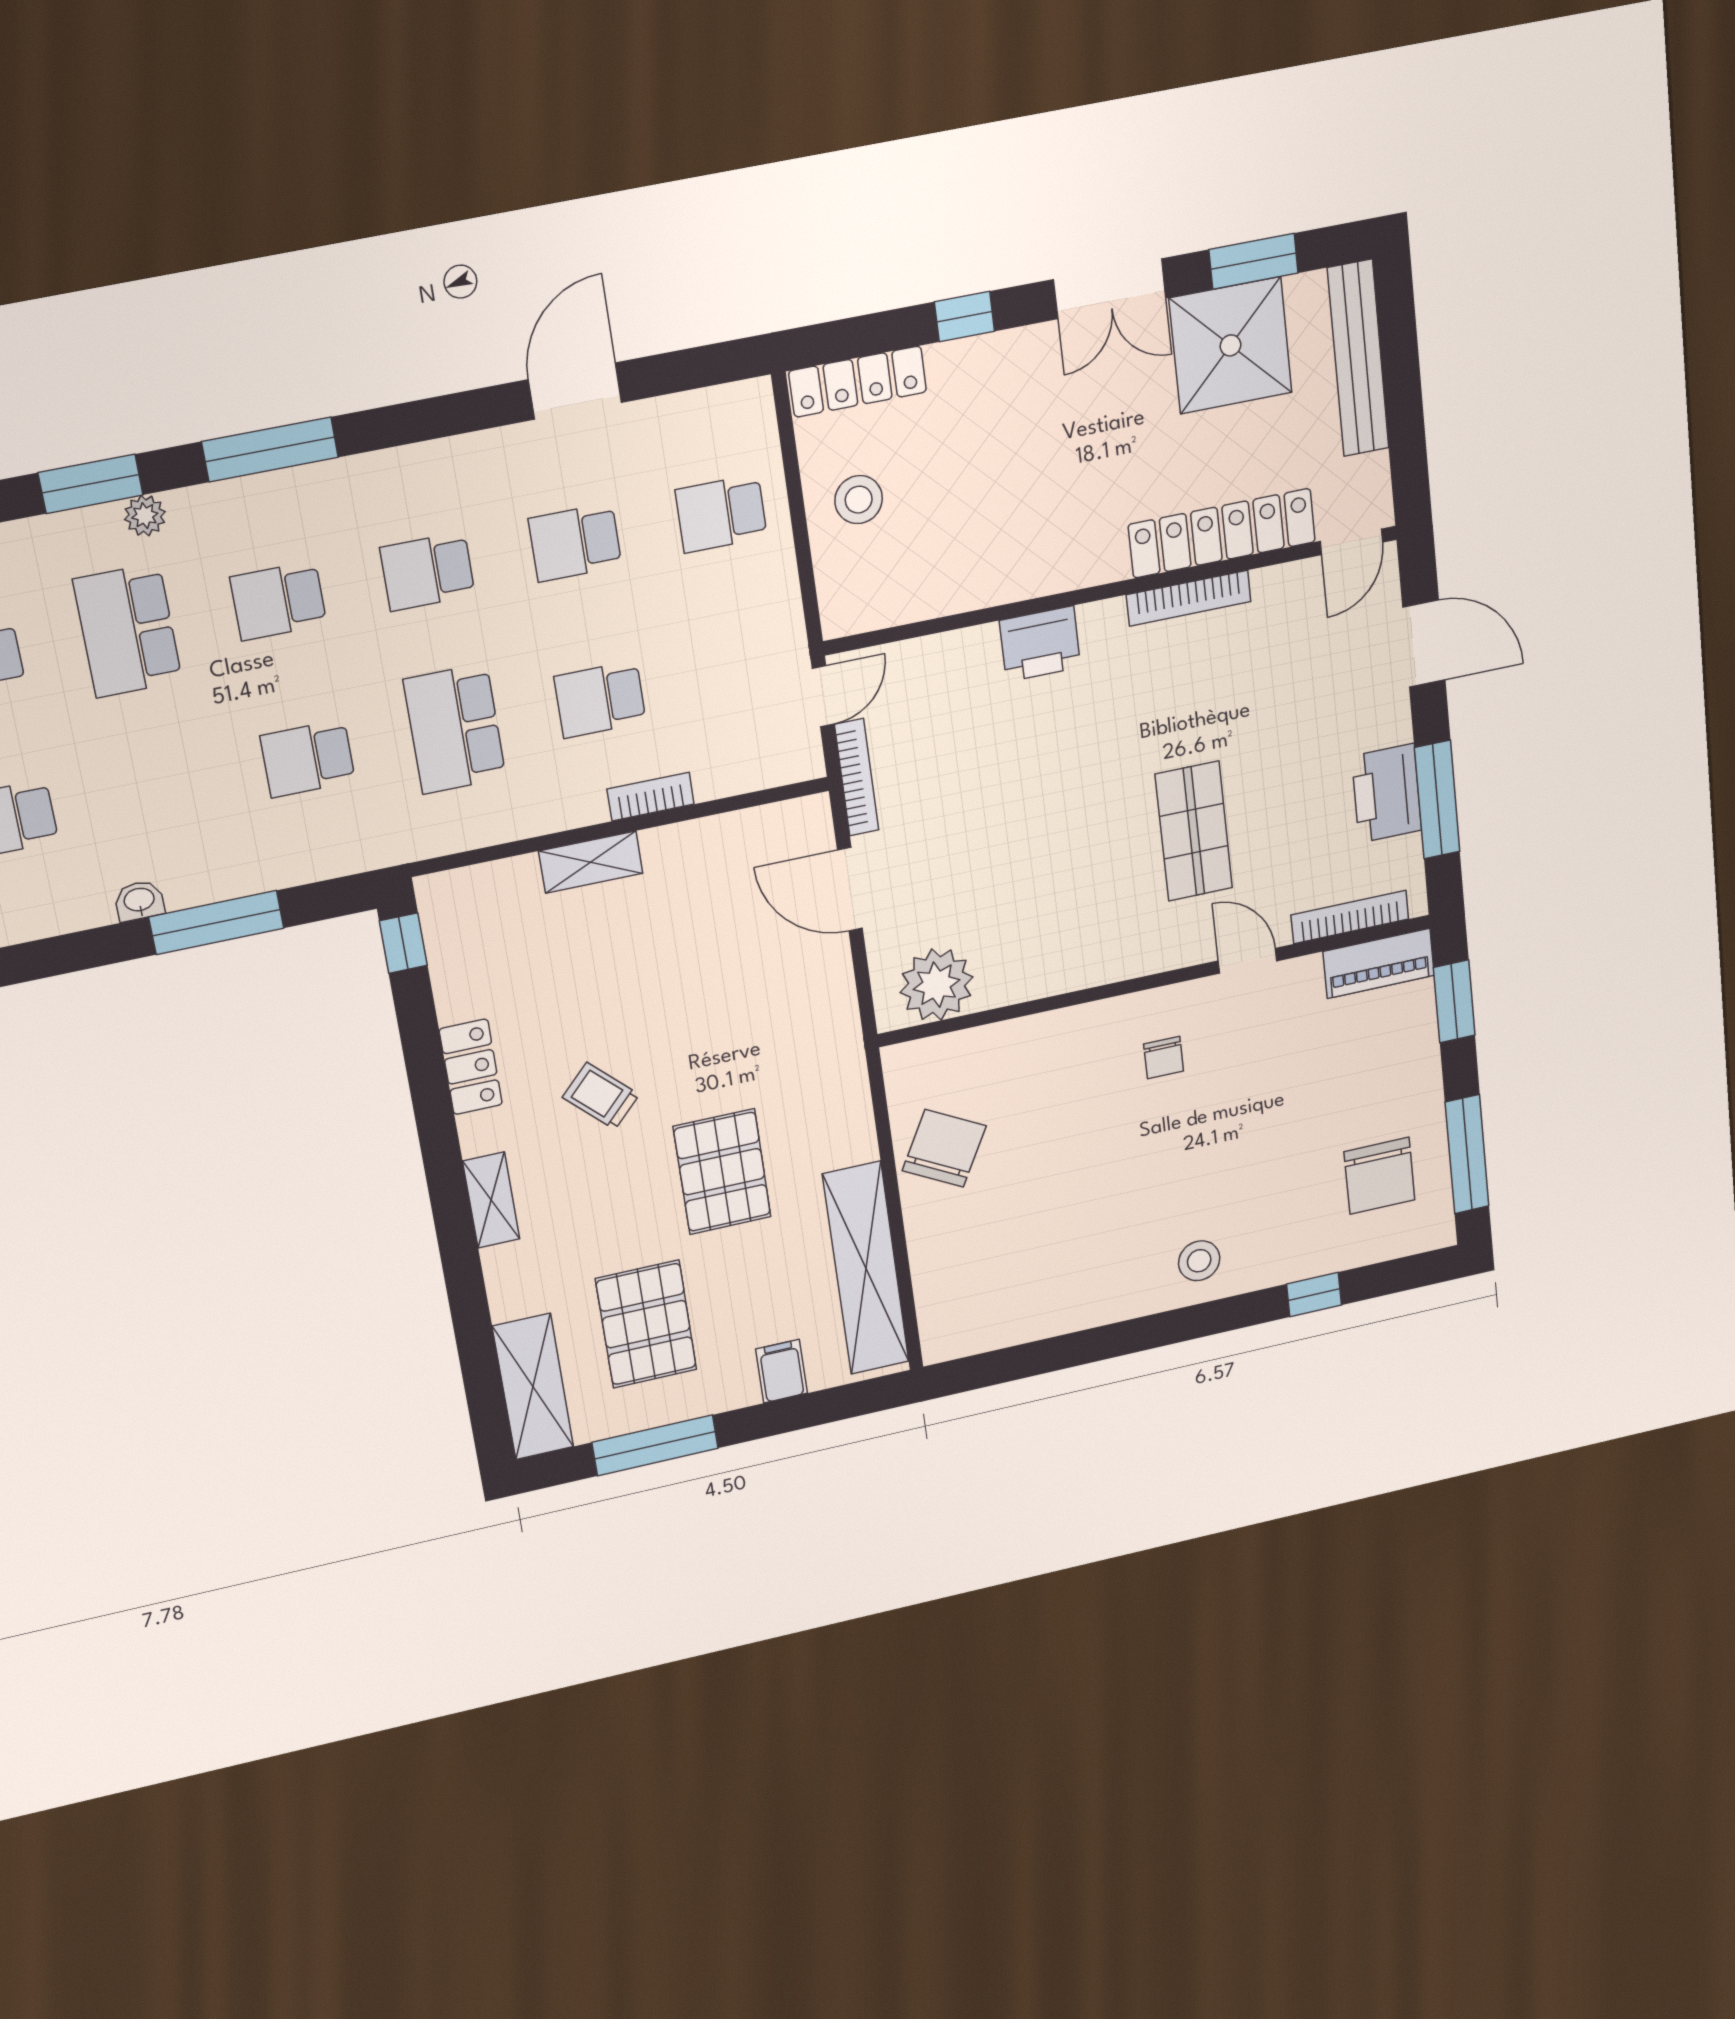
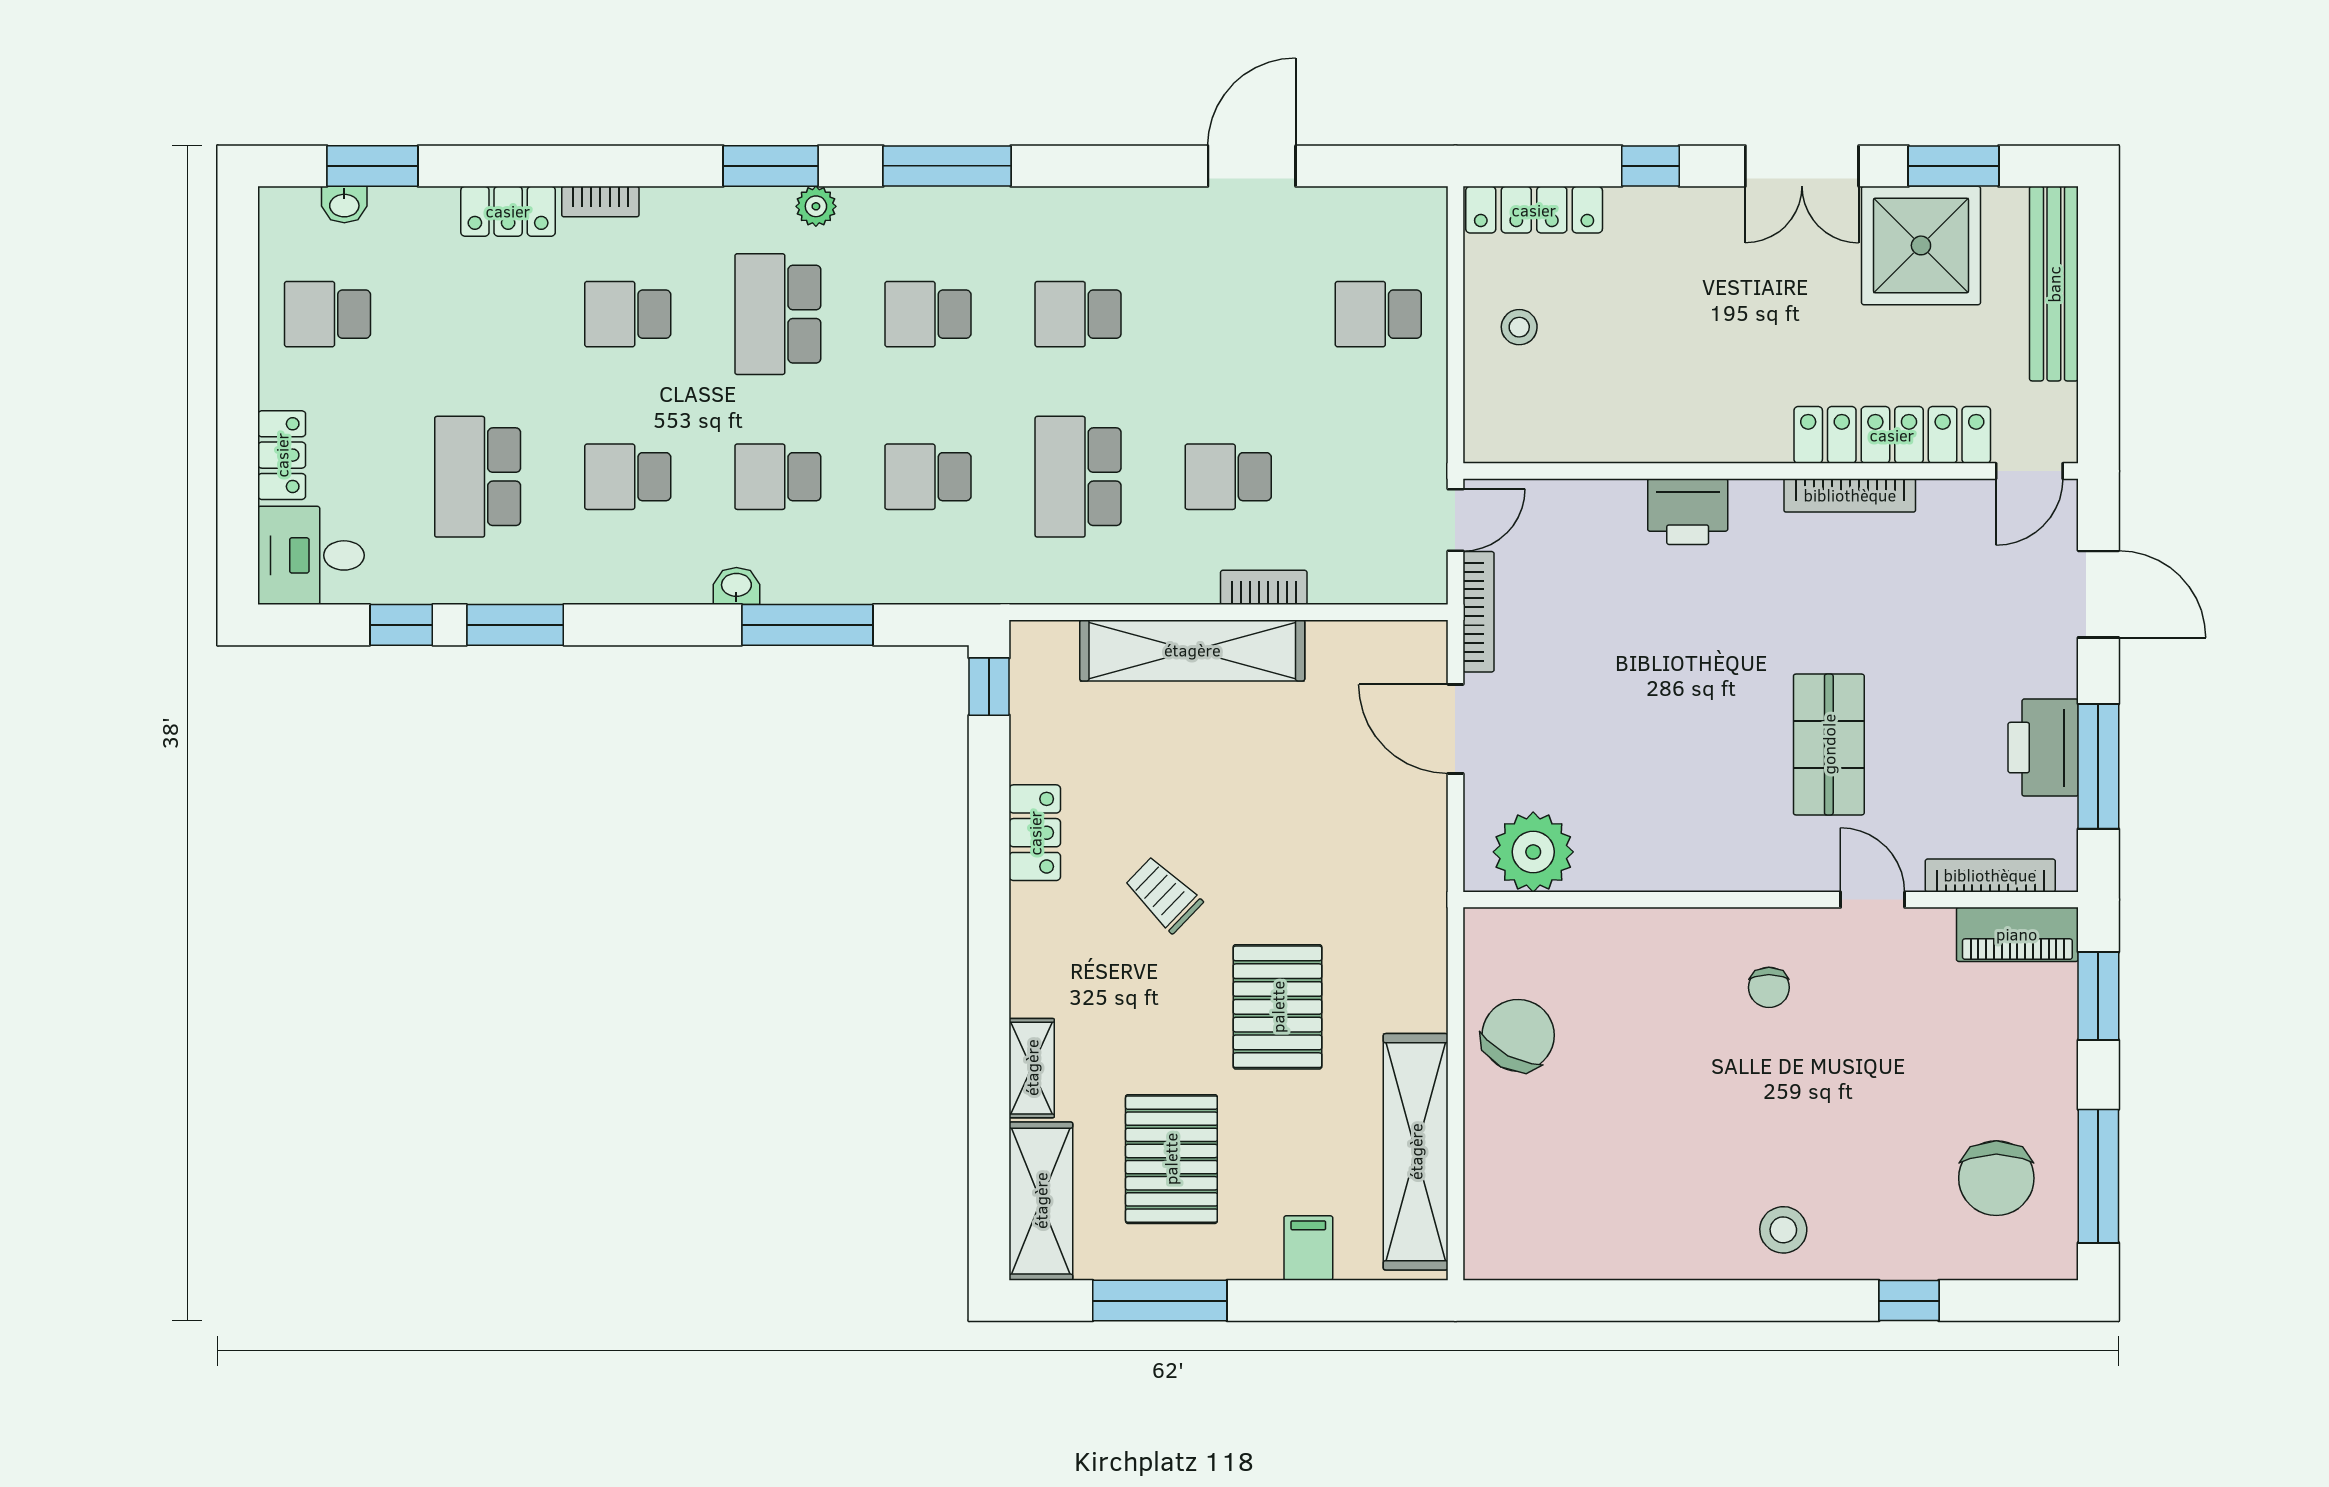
stool: (859, 500) -> (1519, 327), width x0.73, depth x0.73
school desk: (575, 542) -> (778, 477), moved
shelving: (591, 862) -> (1192, 650), width x2.20, depth x1.33
shelving: (491, 1200) -> (1032, 1068), moved

